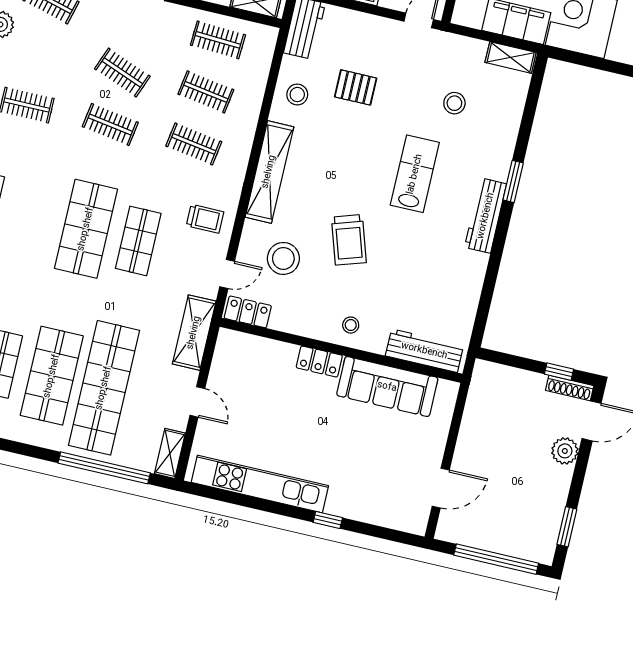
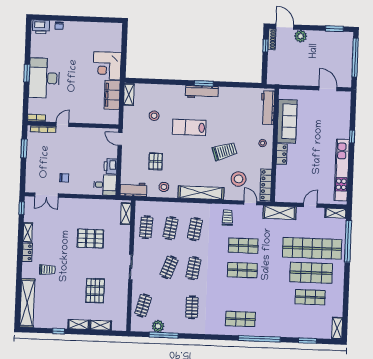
window: (513, 181) -> (204, 83), moved
shop shelf: (86, 229) -> (242, 270), width x0.70, depth x0.74
locker: (248, 312) -> (266, 185), width x1.53

